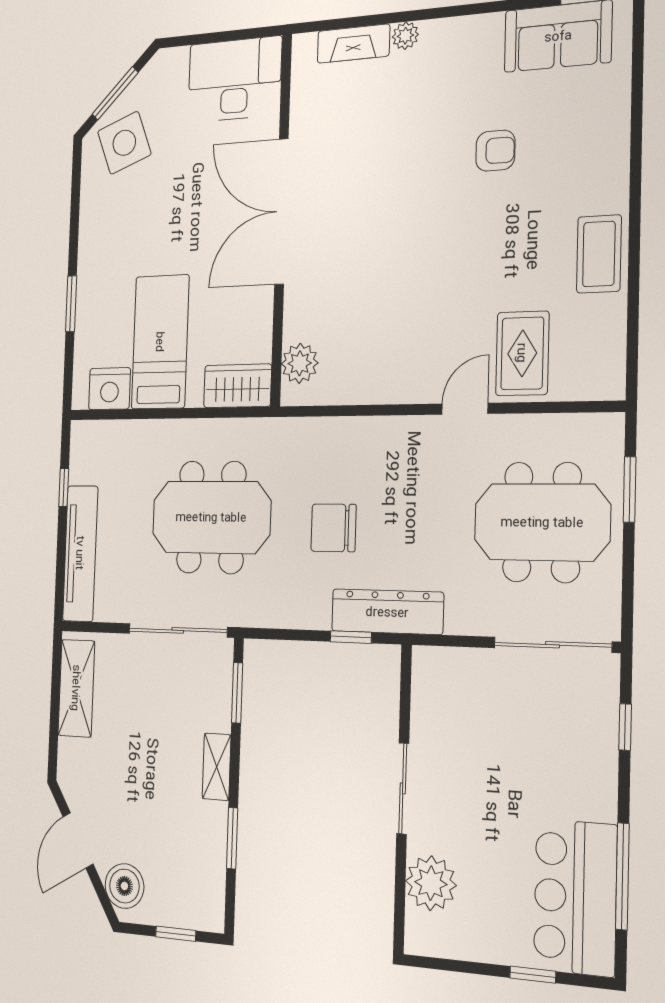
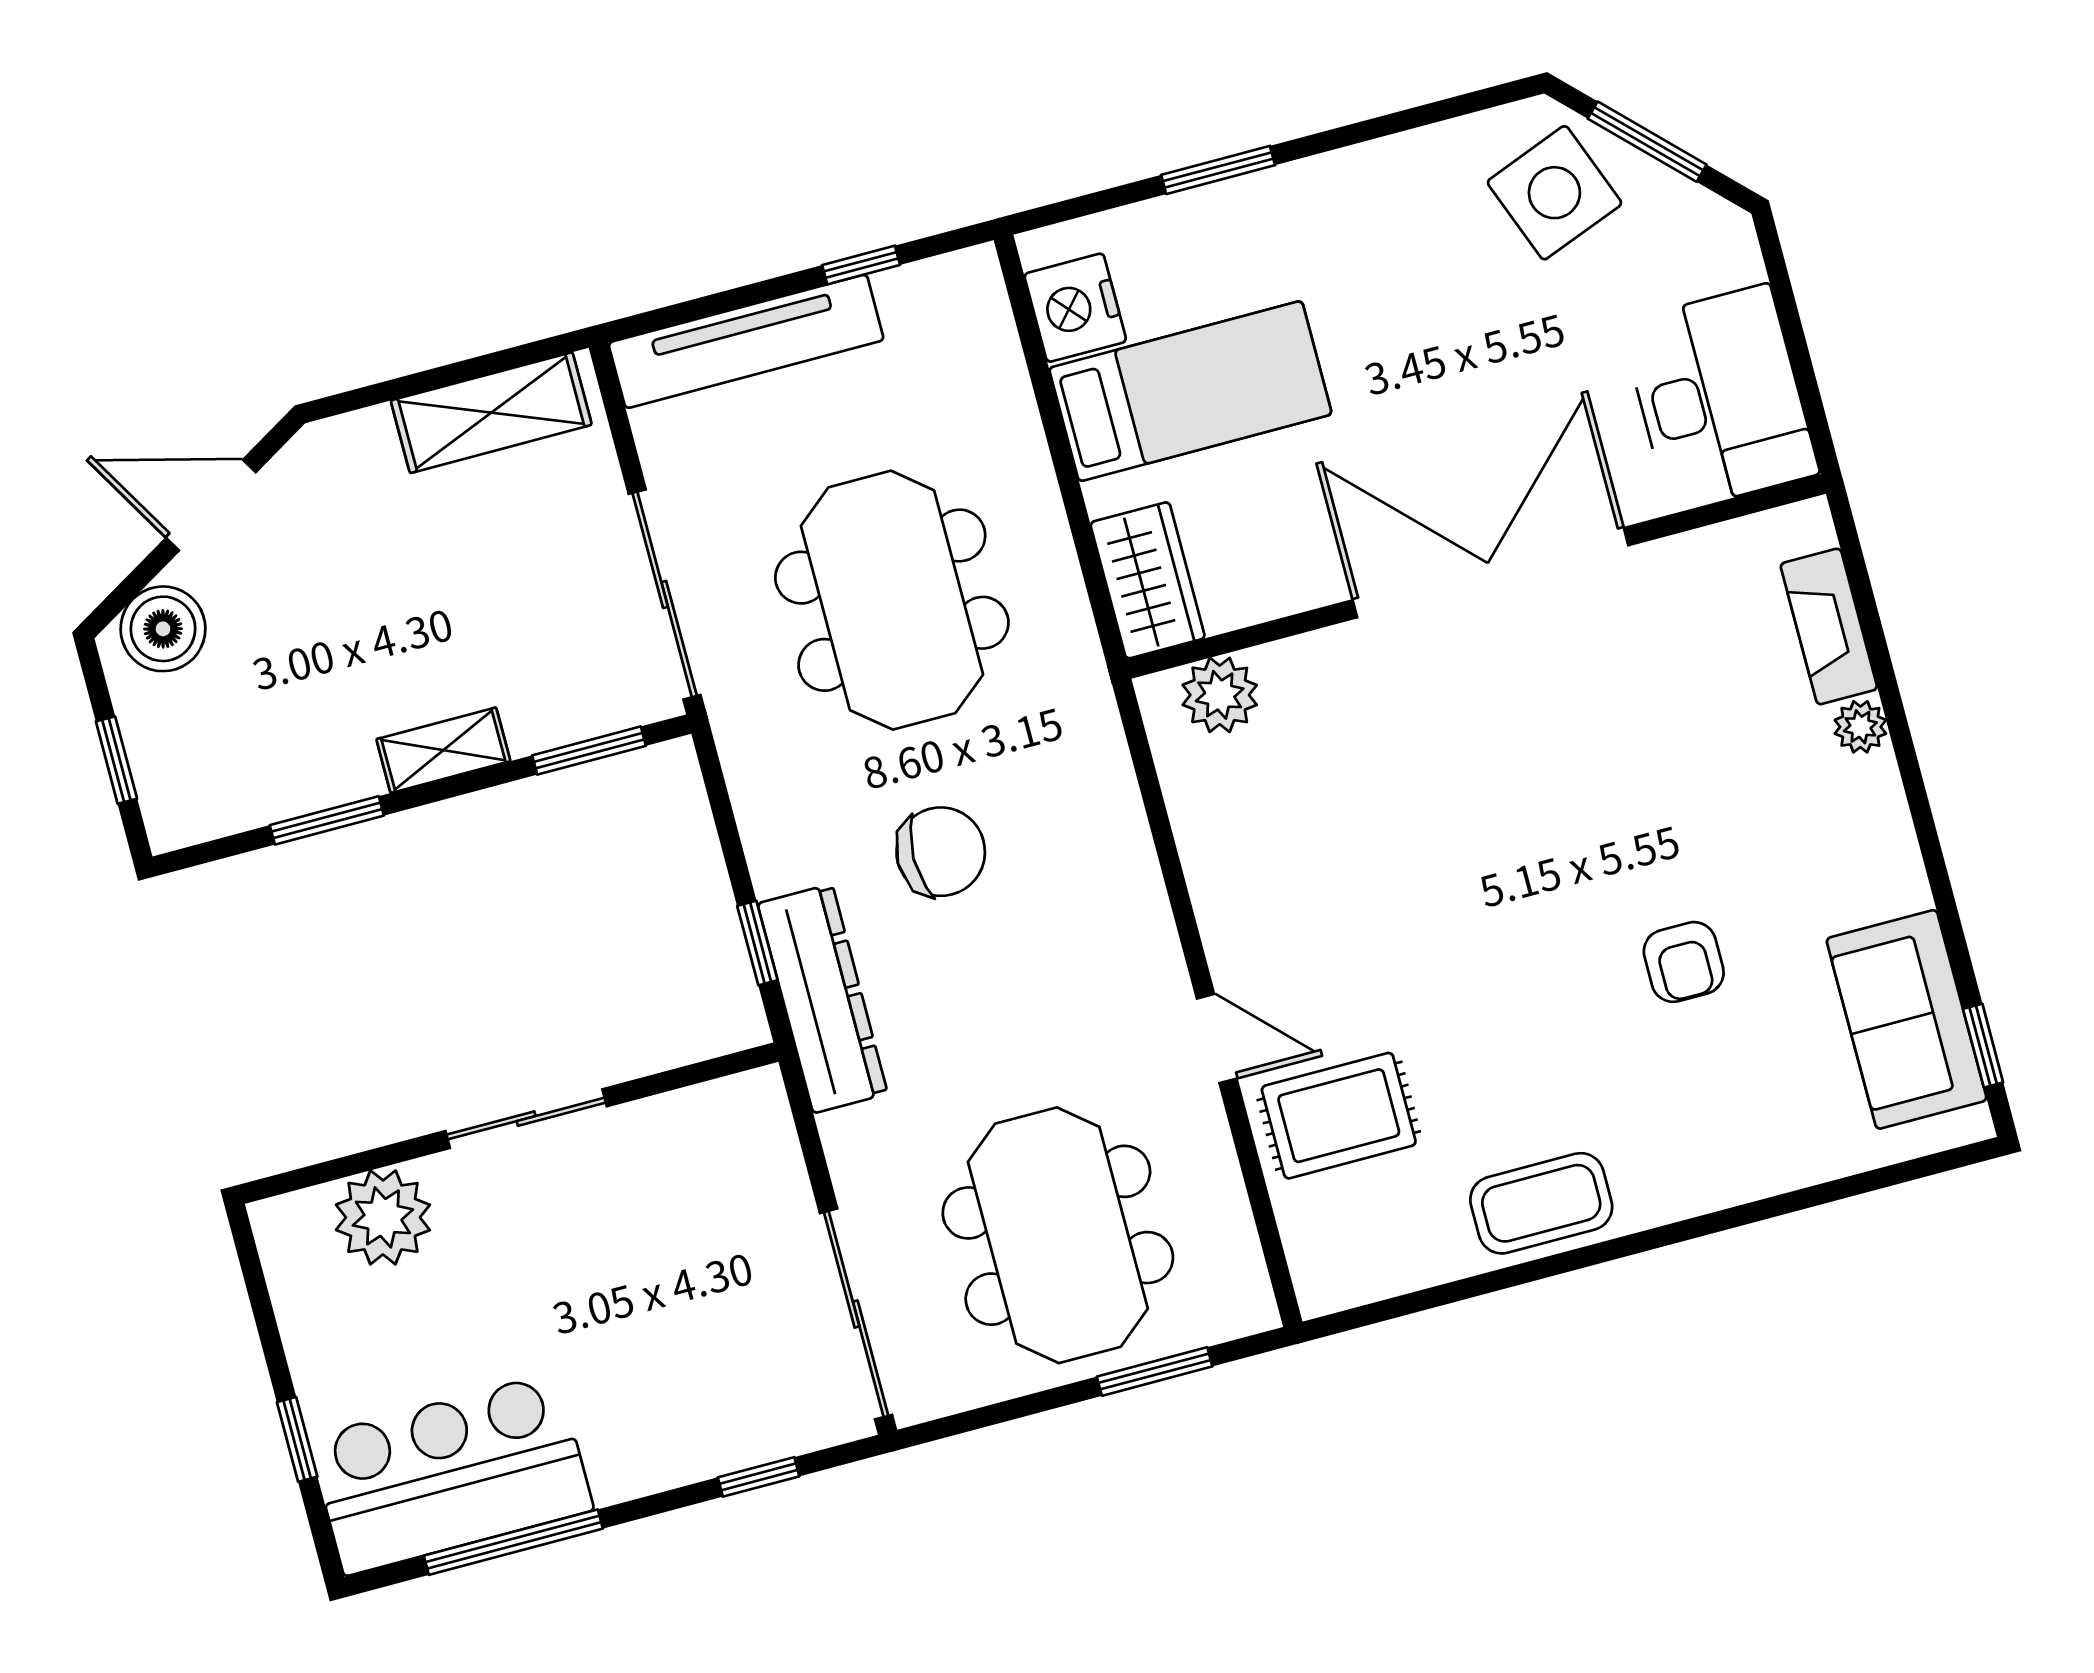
chair: (334, 528) -> (941, 852), turned 90

